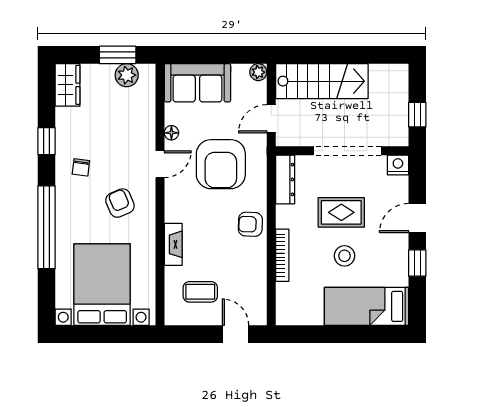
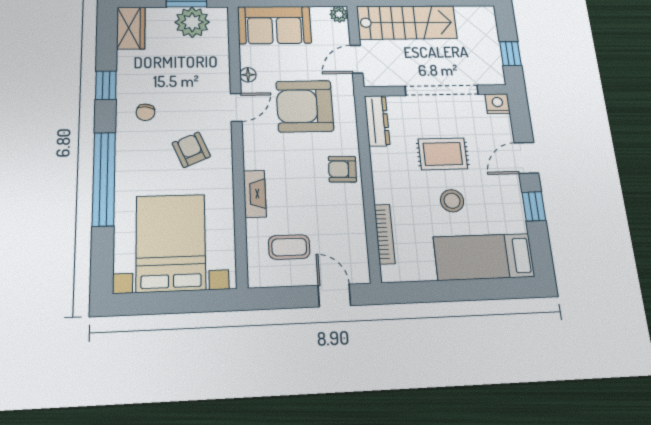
plant: (127, 75) -> (192, 22), width x1.36, depth x1.36
armchair: (221, 164) -> (305, 106), turned 90
bookcase: (282, 255) -> (384, 234), moved

